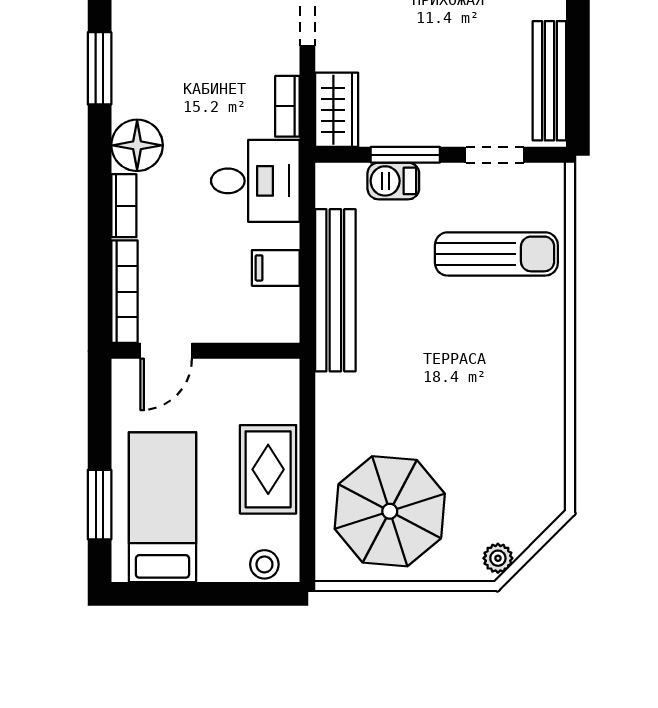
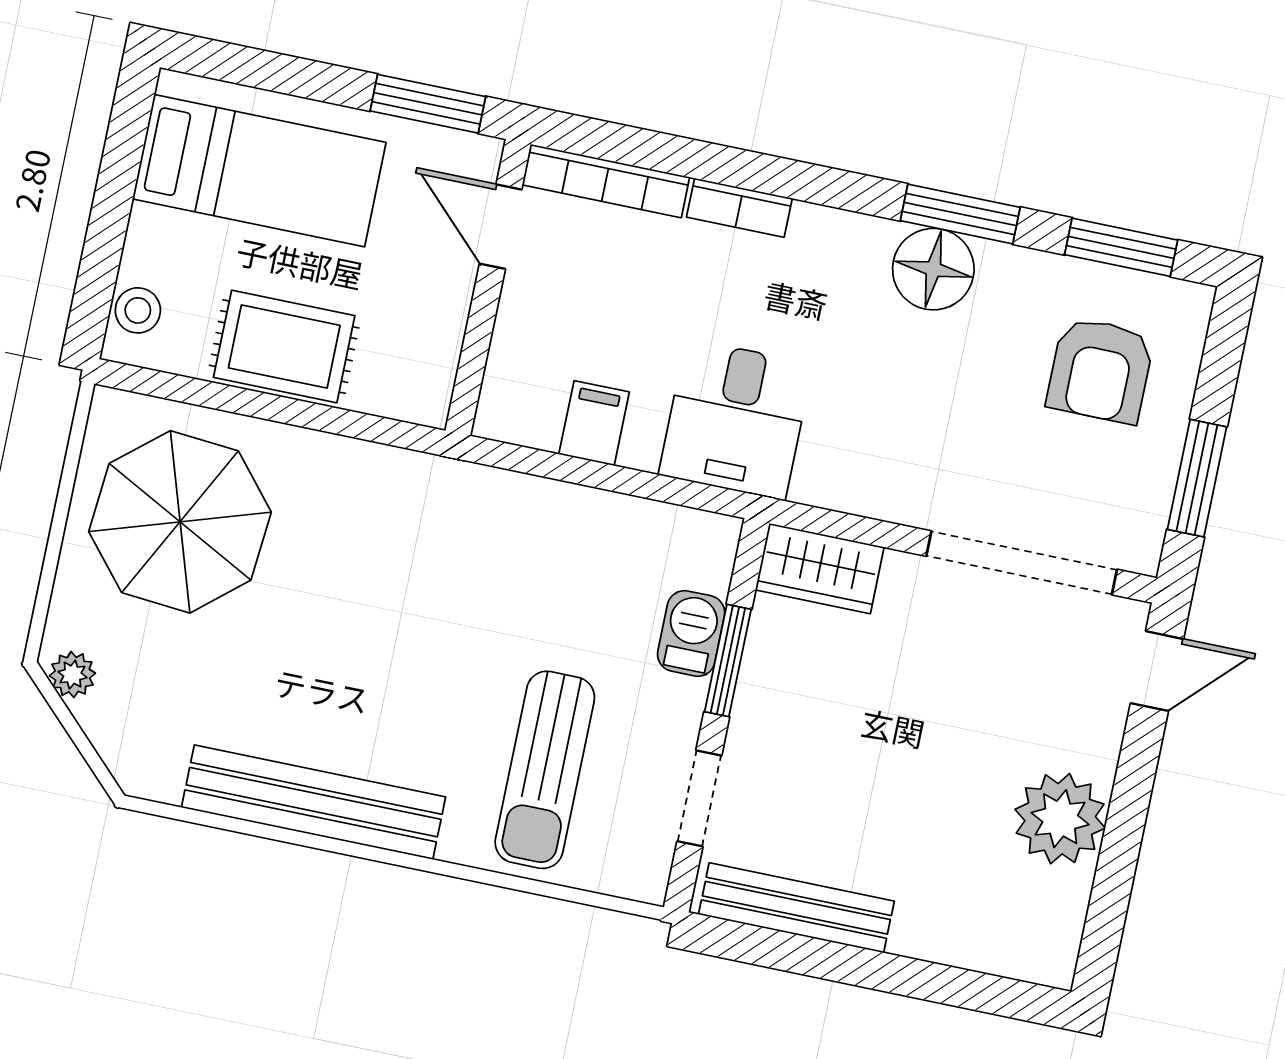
bookcase: (287, 106) -> (841, 493), removed
floor lamp: (137, 145) -> (933, 269), moved
bench: (335, 290) -> (314, 802), moved
window: (100, 505) -> (428, 104), moved

